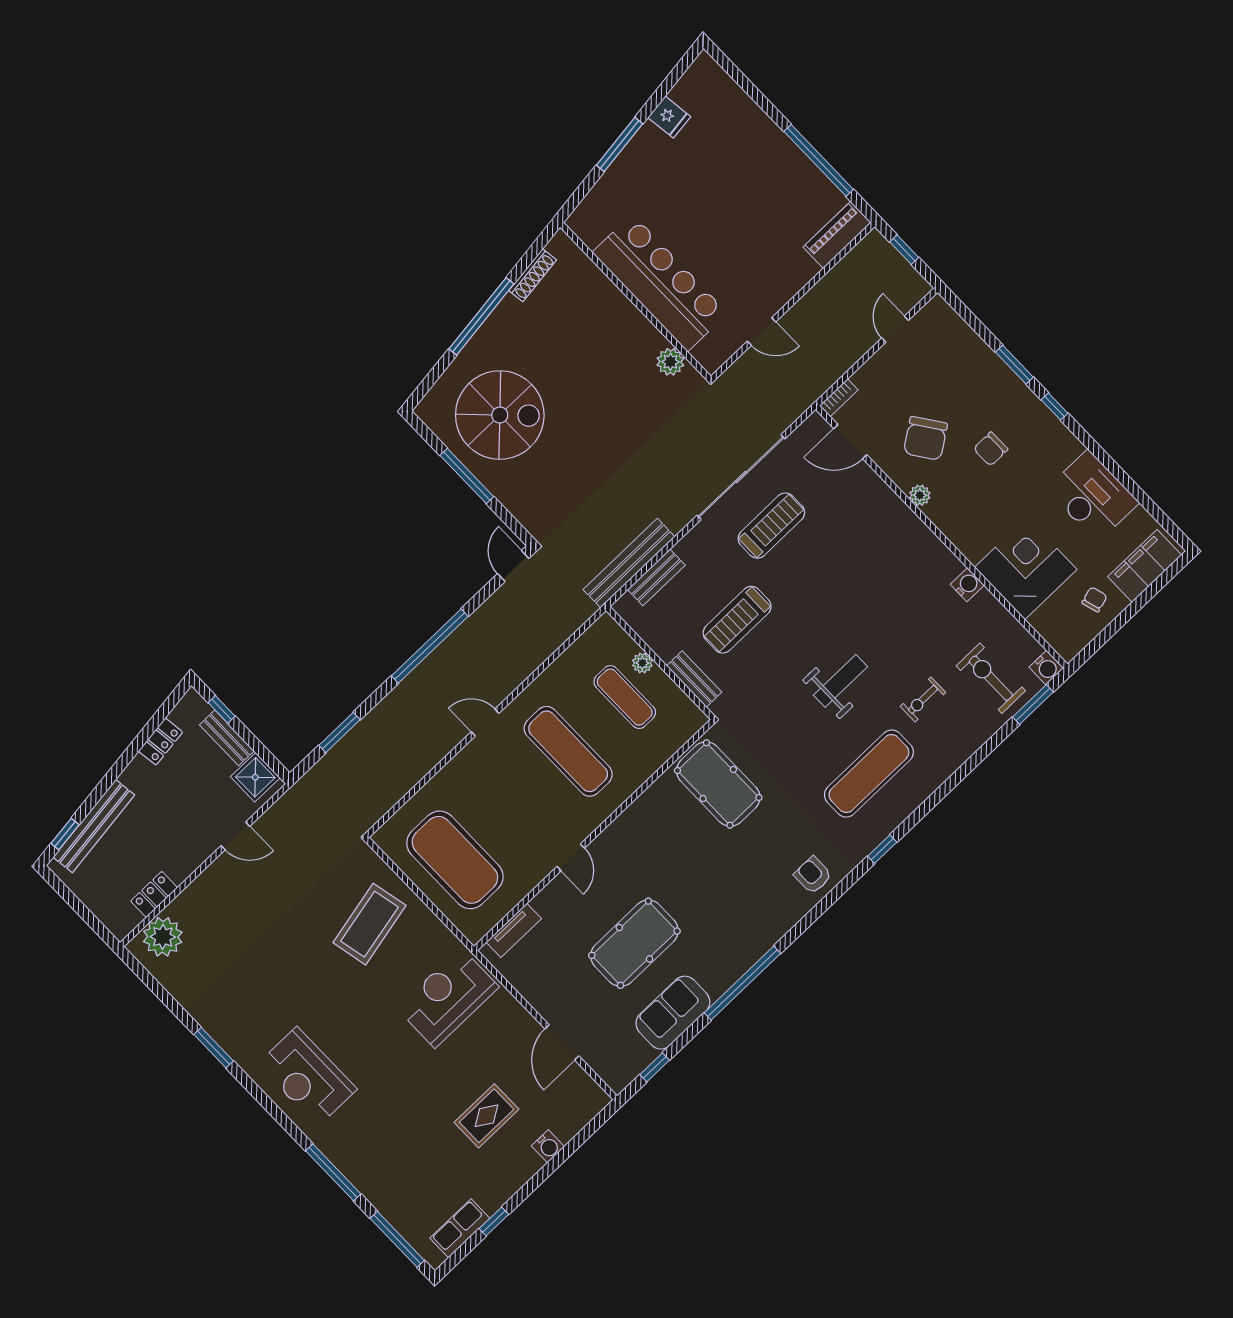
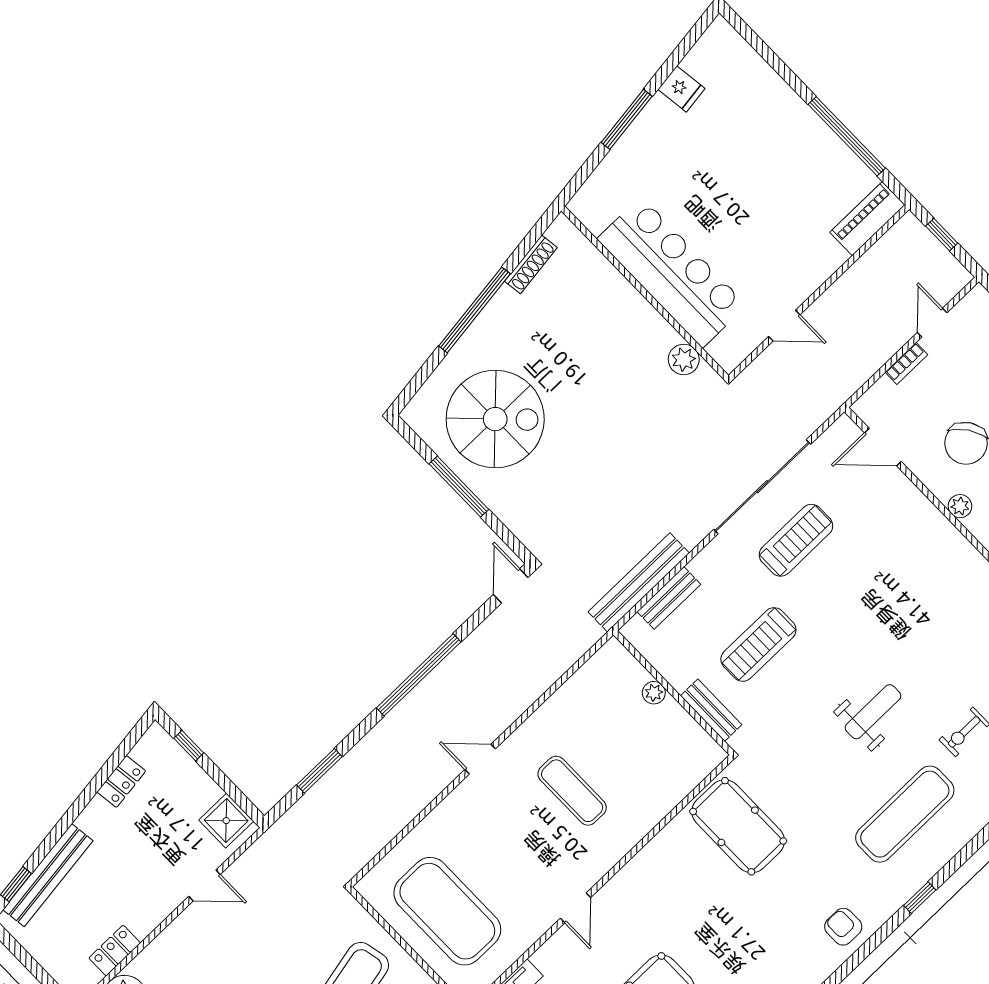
bookcase: (839, 398) -> (906, 363), moved
exercise mat: (625, 697) -> (634, 730), removed
bench: (227, 738) -> (195, 777), removed
exercise mat: (568, 751) -> (572, 791), width x0.73, depth x0.69

